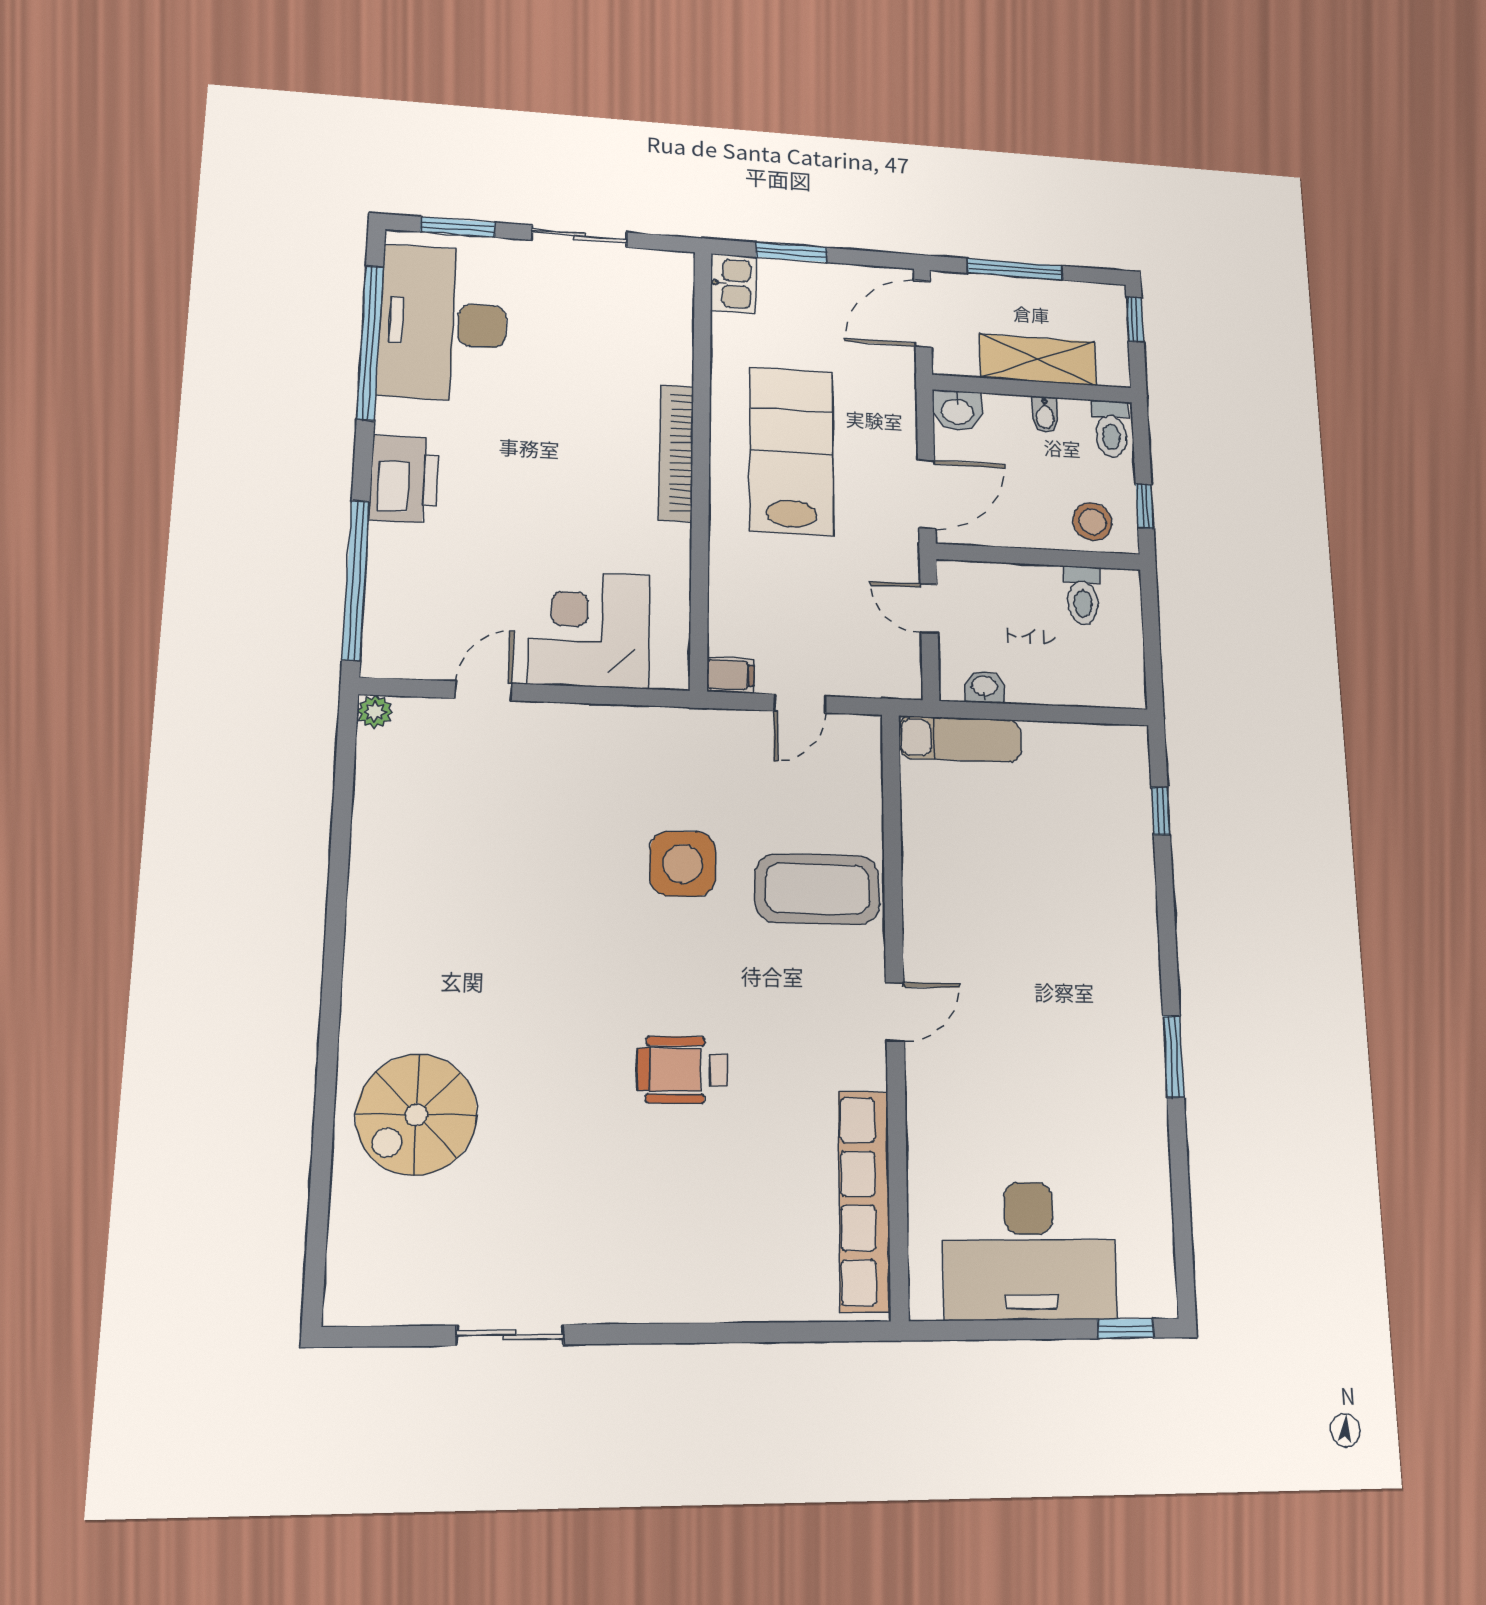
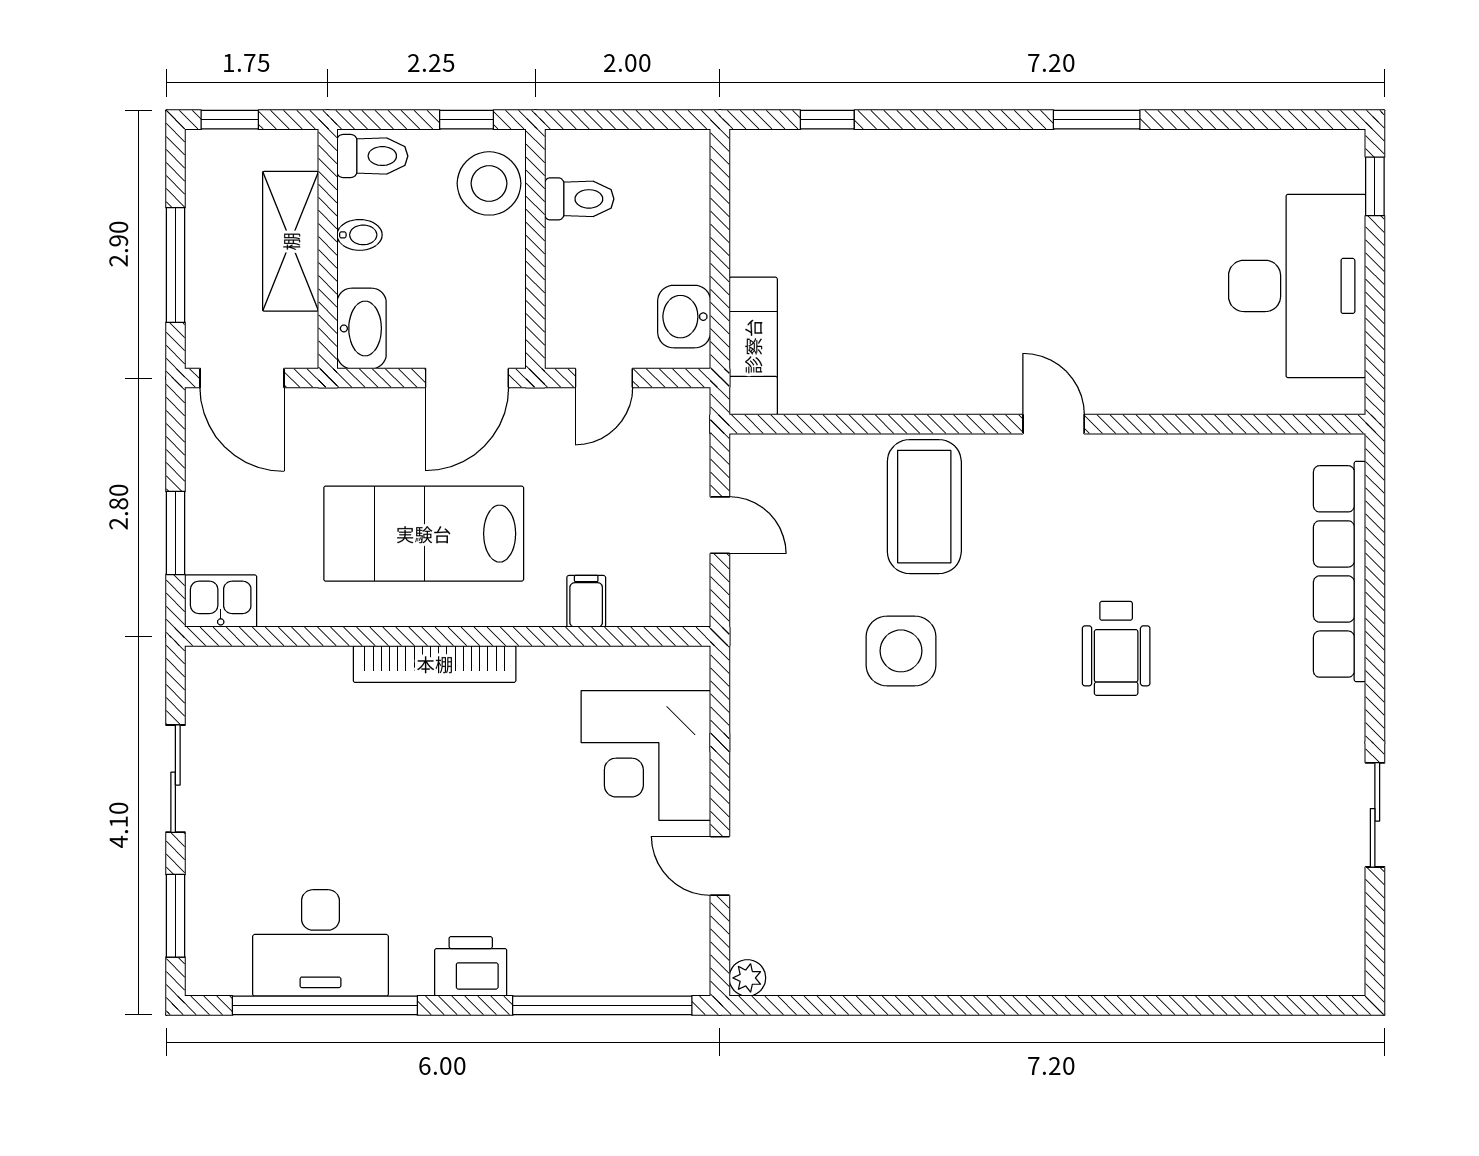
desk: (443, 323) -> (320, 943), width x0.73, depth x0.77
washbasin: (957, 411) -> (362, 328), width x1.38
printer: (404, 479) -> (471, 966), width x0.73, depth x0.84
door: (927, 494) -> (467, 378), swing flipped
stool: (1092, 522) -> (489, 183), width x1.38, depth x1.38
filing cabinet: (730, 675) -> (586, 601), moved
washbasin: (985, 687) -> (684, 317), width x1.38, depth x1.45
spiral stairs: (416, 1115) -> (1163, 915), removed
row of seats: (864, 1201) -> (1340, 571), moved, turned 90

